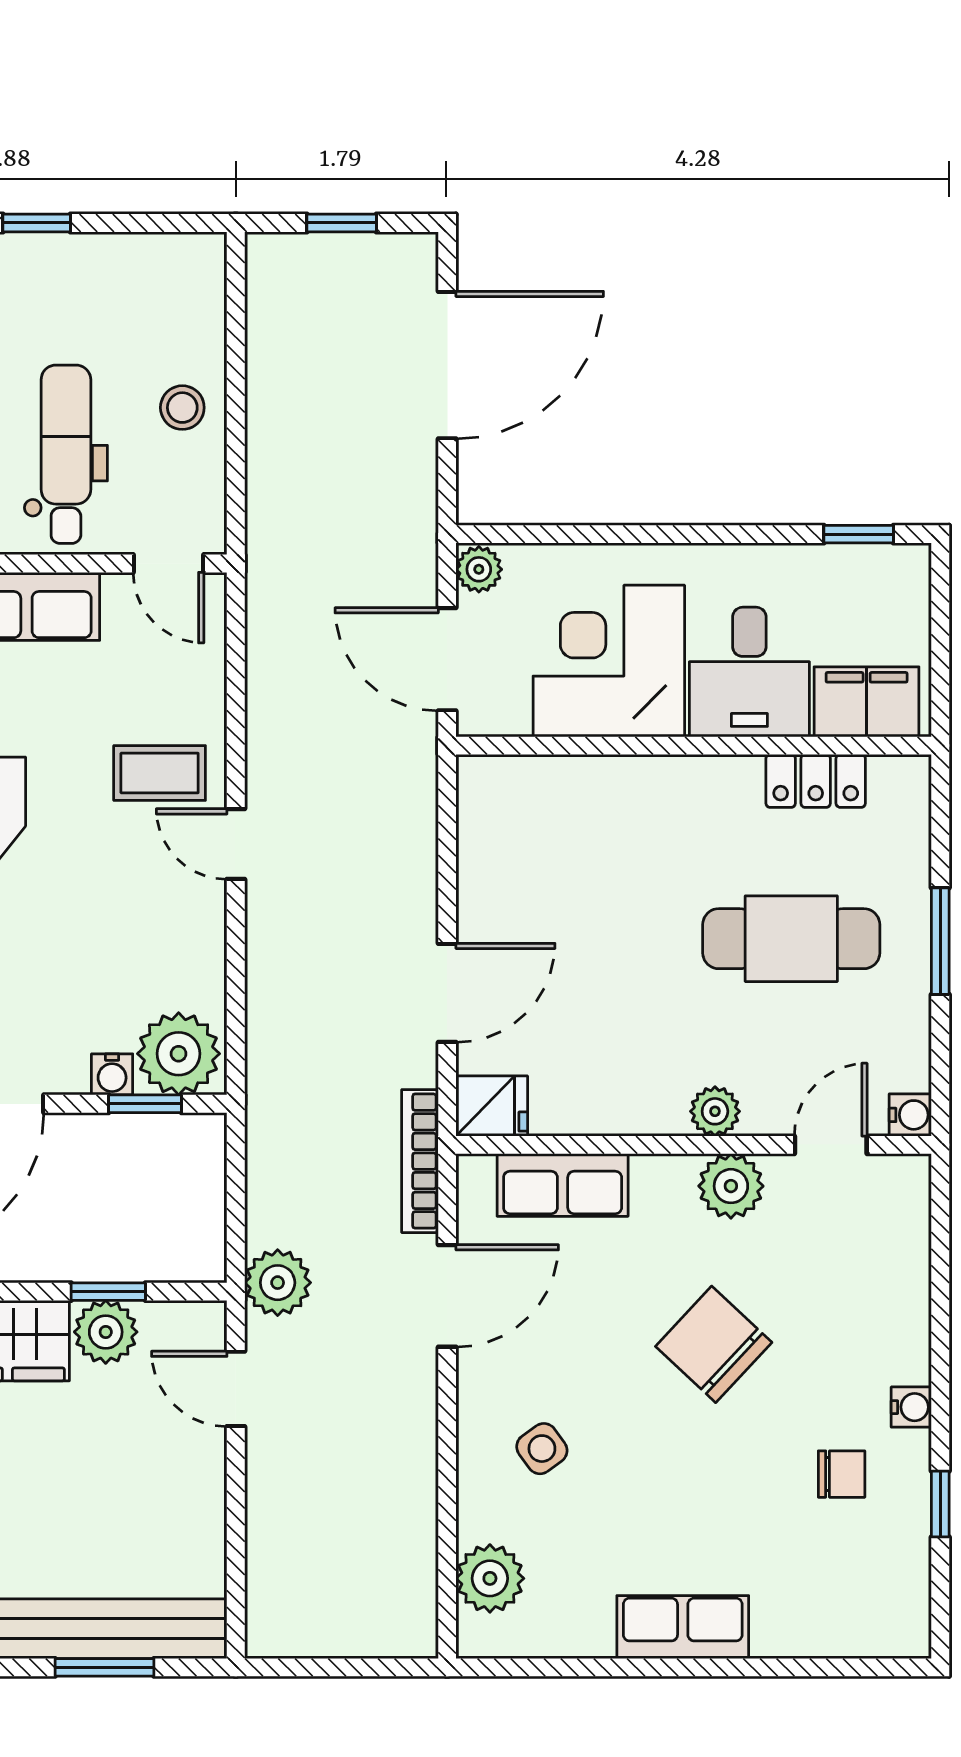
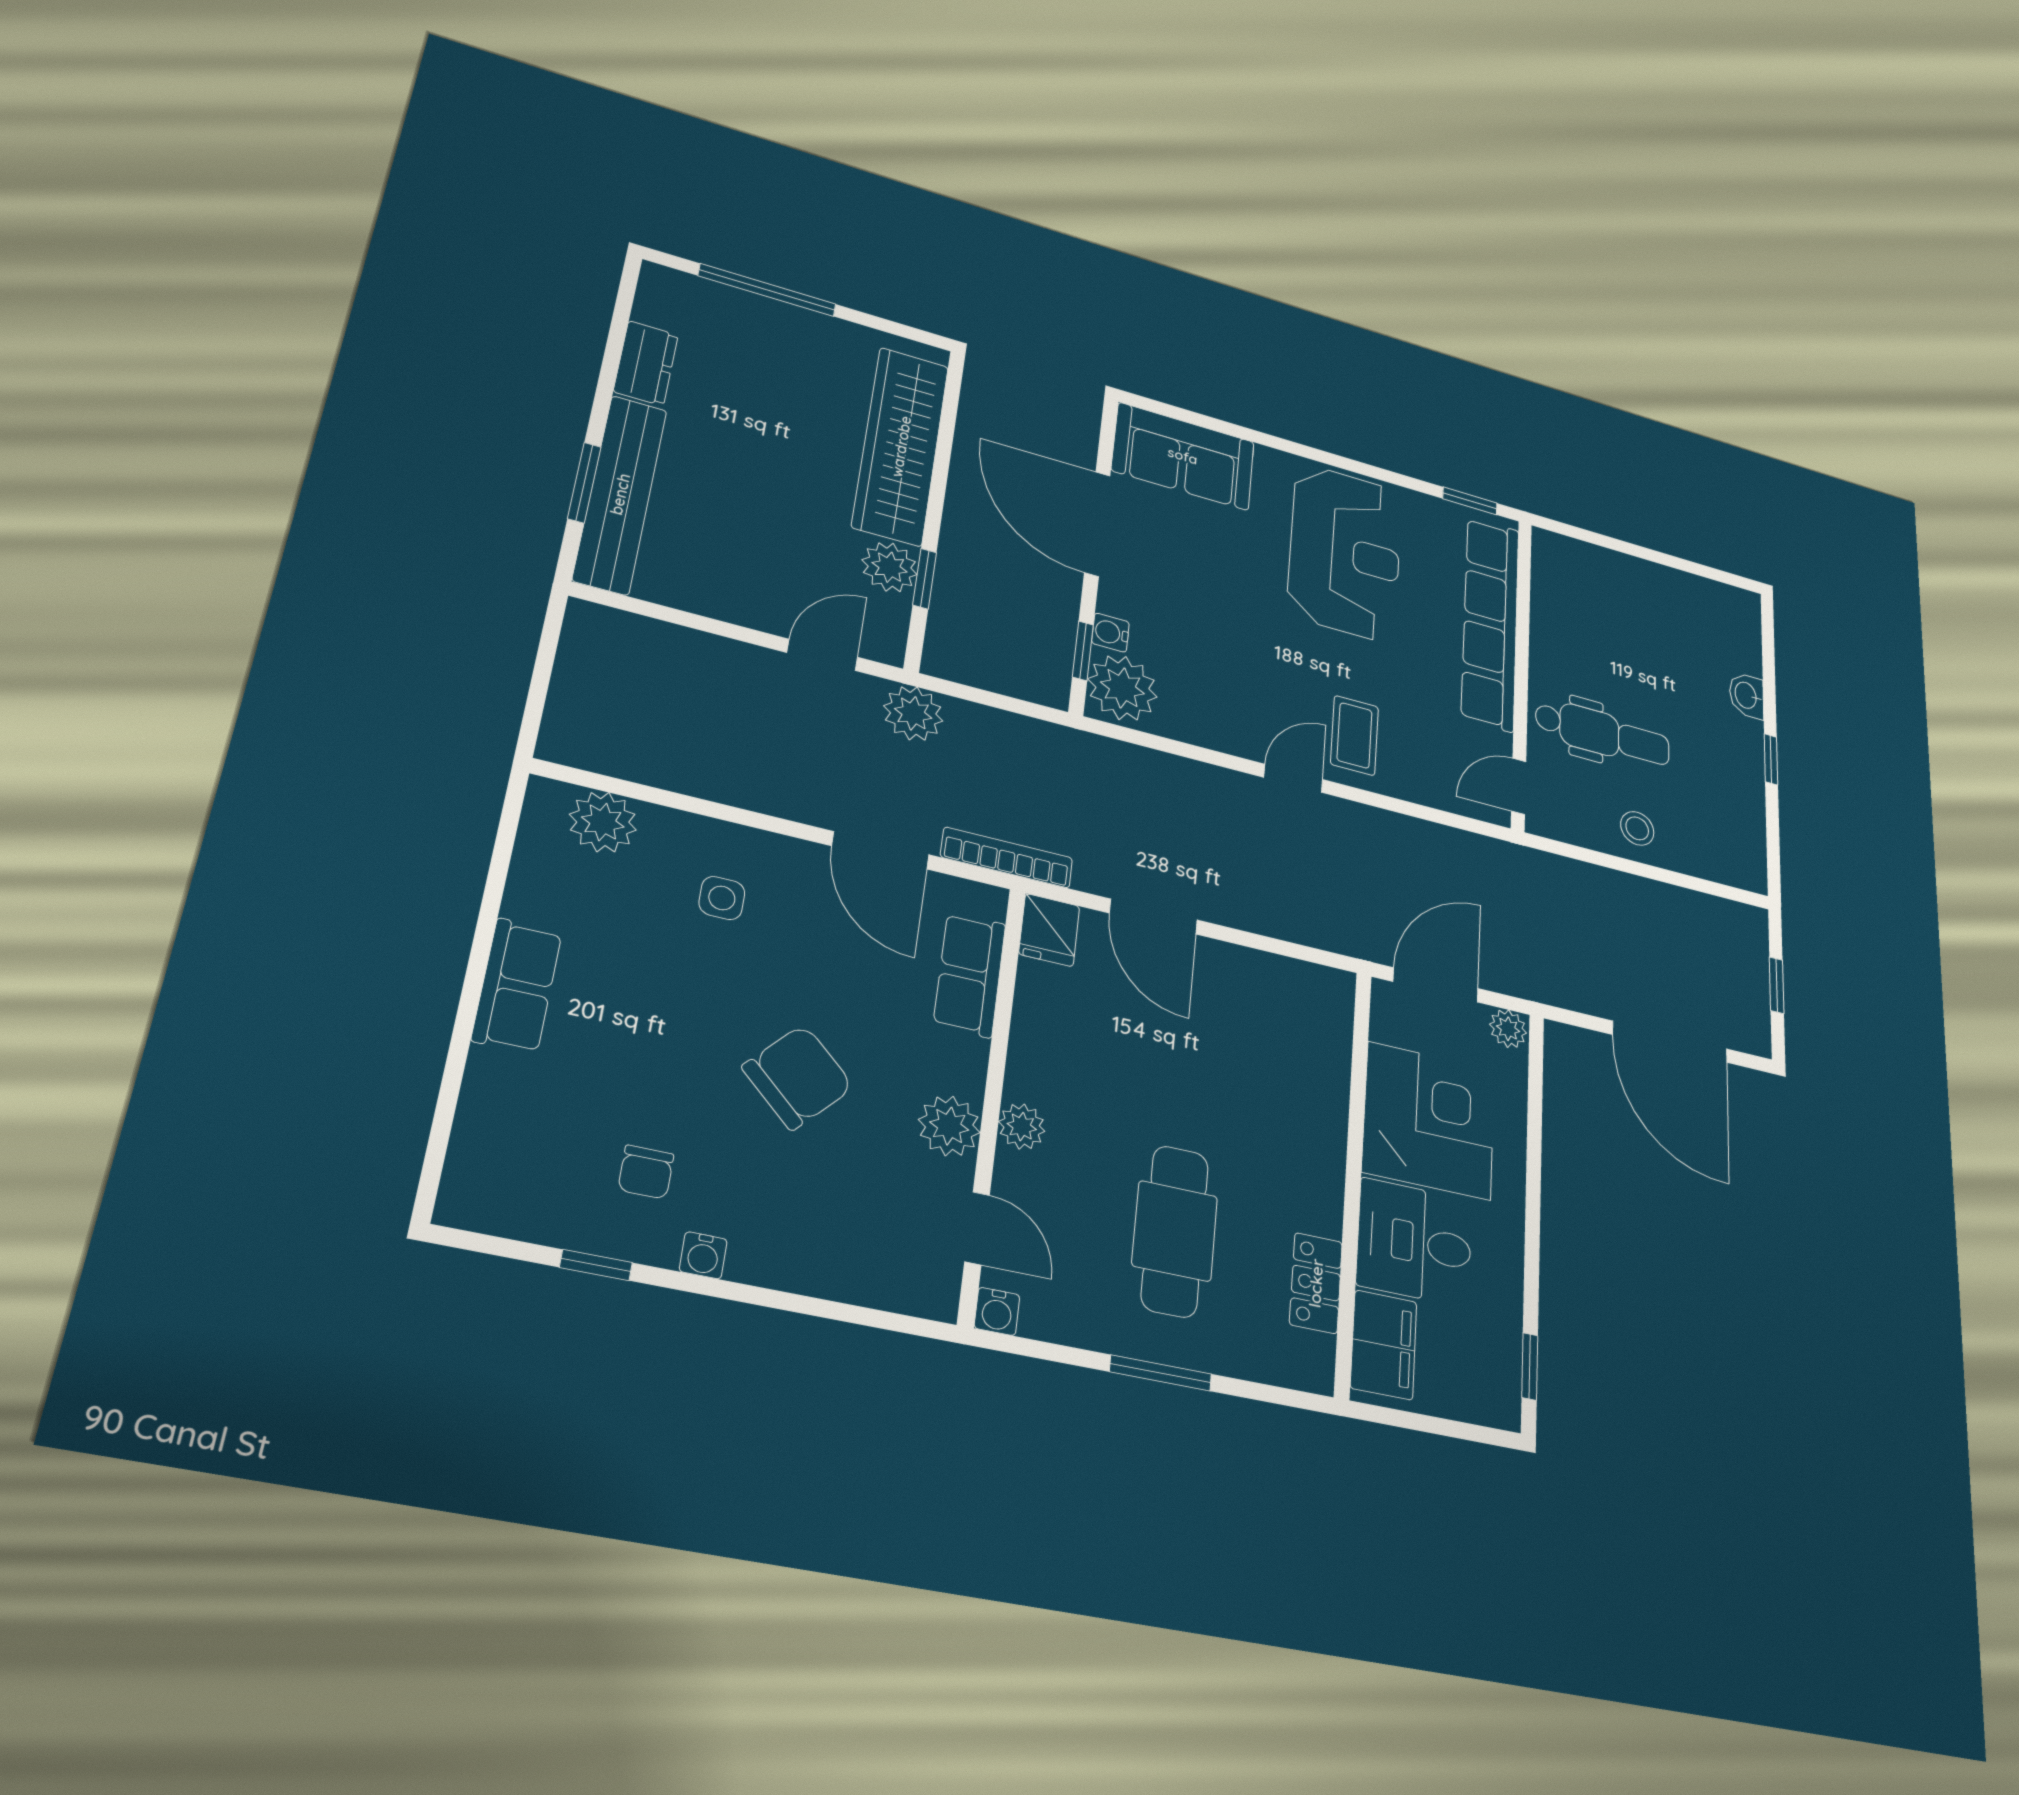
side table: (542, 1449) -> (722, 898), turned 36

